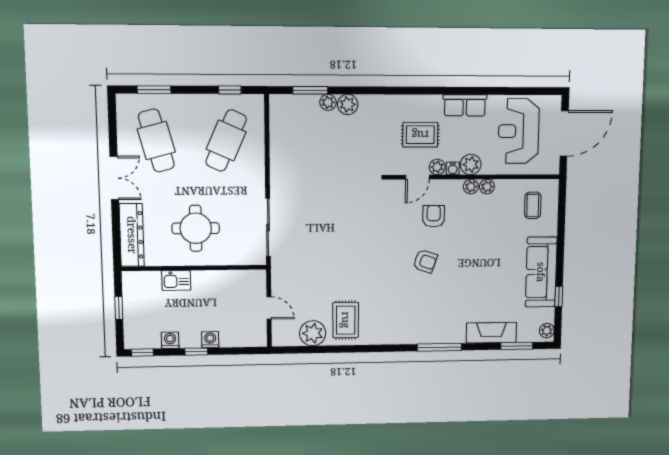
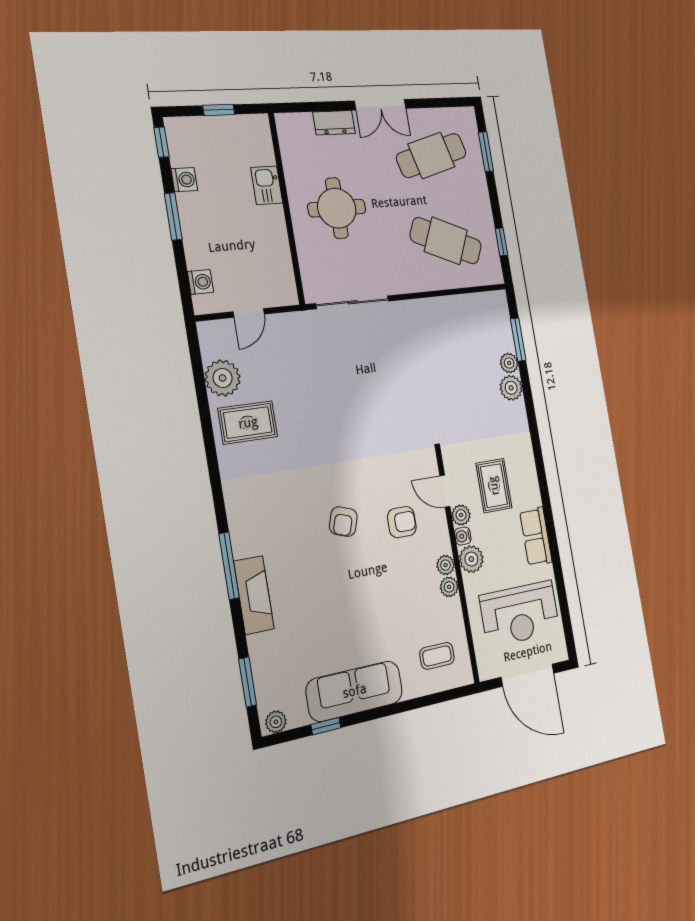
reception desk: (519, 131) -> (520, 614), turned 180
dresser: (132, 235) -> (334, 123), width x0.51, depth x0.80
fireplace: (491, 333) -> (254, 595), moved
washing machine: (210, 340) -> (201, 282), moved
window: (196, 352) -> (173, 216), width x1.50

